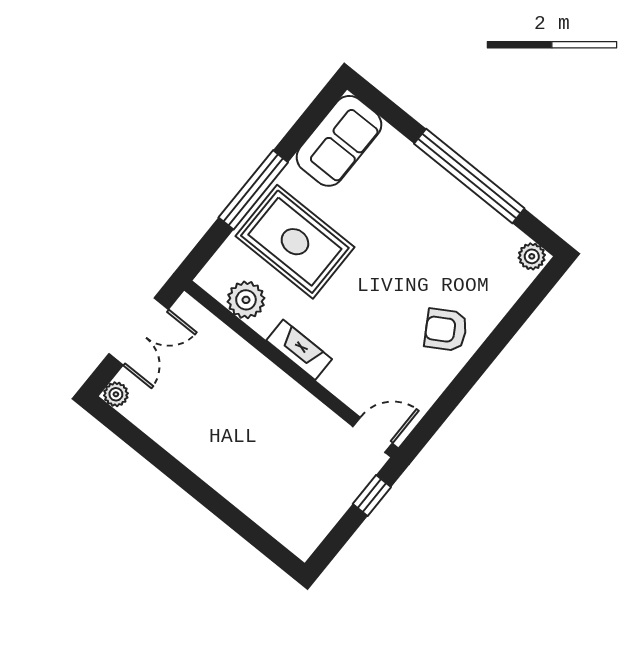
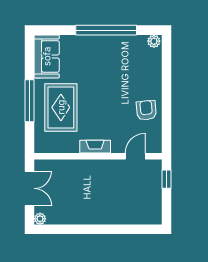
rug: (295, 242) -> (61, 107), turned 90
plant: (246, 300) -> (60, 144), removed
armchair: (446, 330) -> (146, 110), moved, turned 116
door: (373, 435) -> (135, 156), moved

